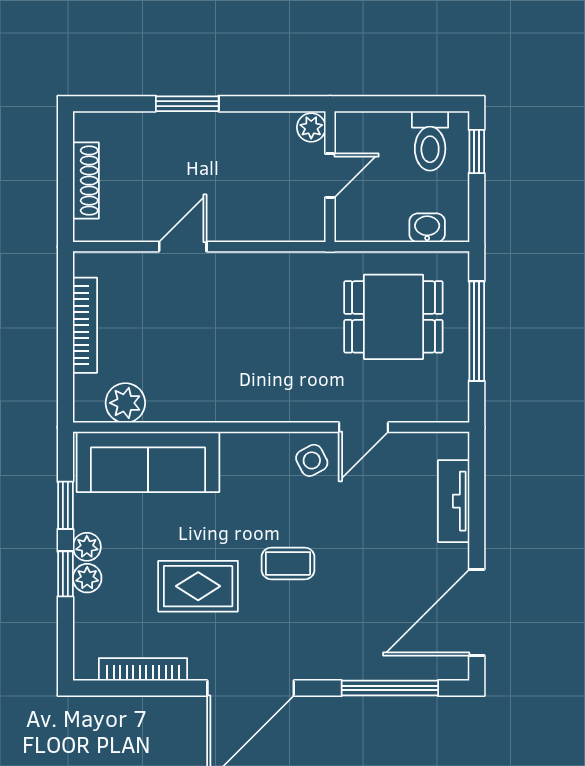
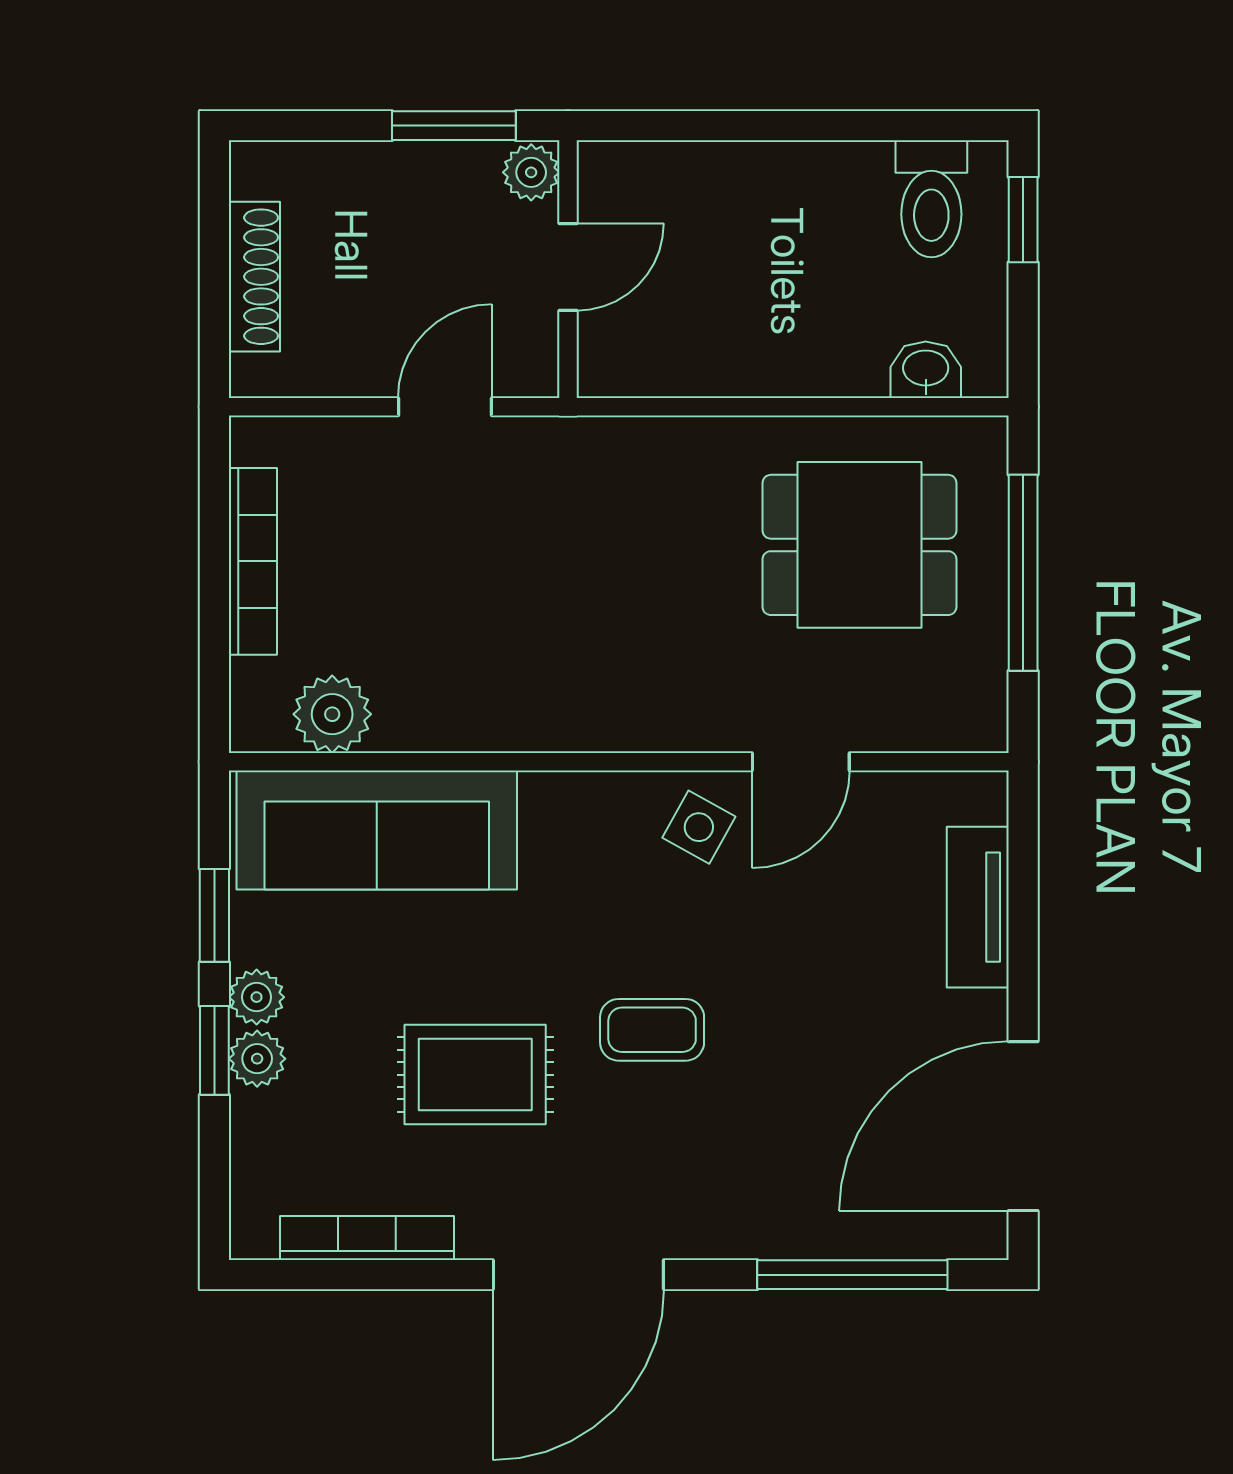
plant: (311, 127) -> (531, 172), moved
door: (330, 176) -> (568, 267), moved
wall: (330, 177) -> (568, 269), moved
side table: (312, 460) -> (699, 827), turned -33

